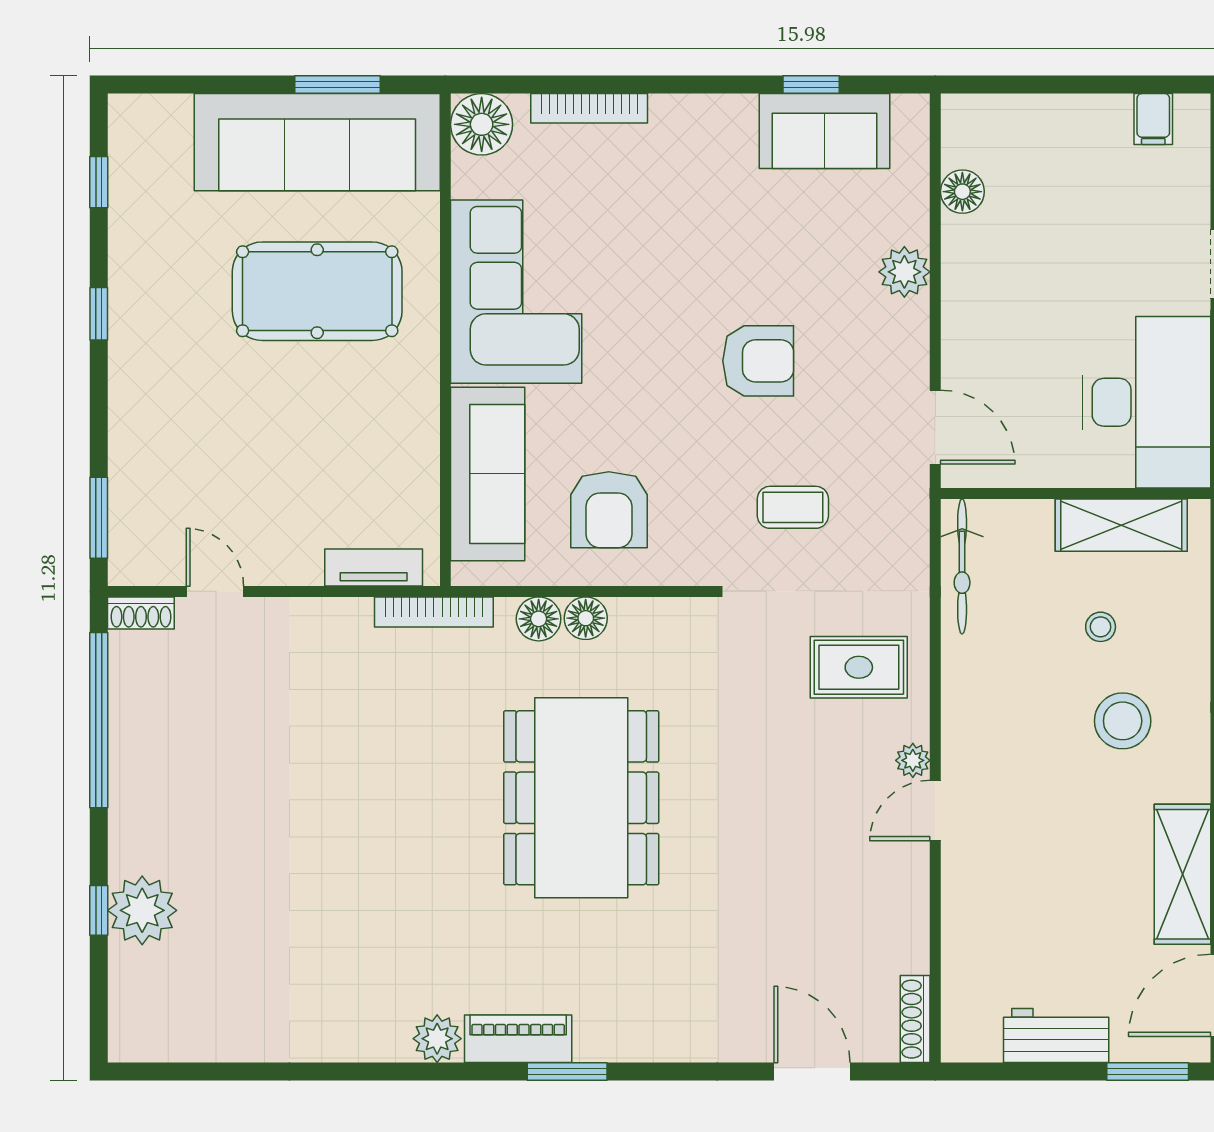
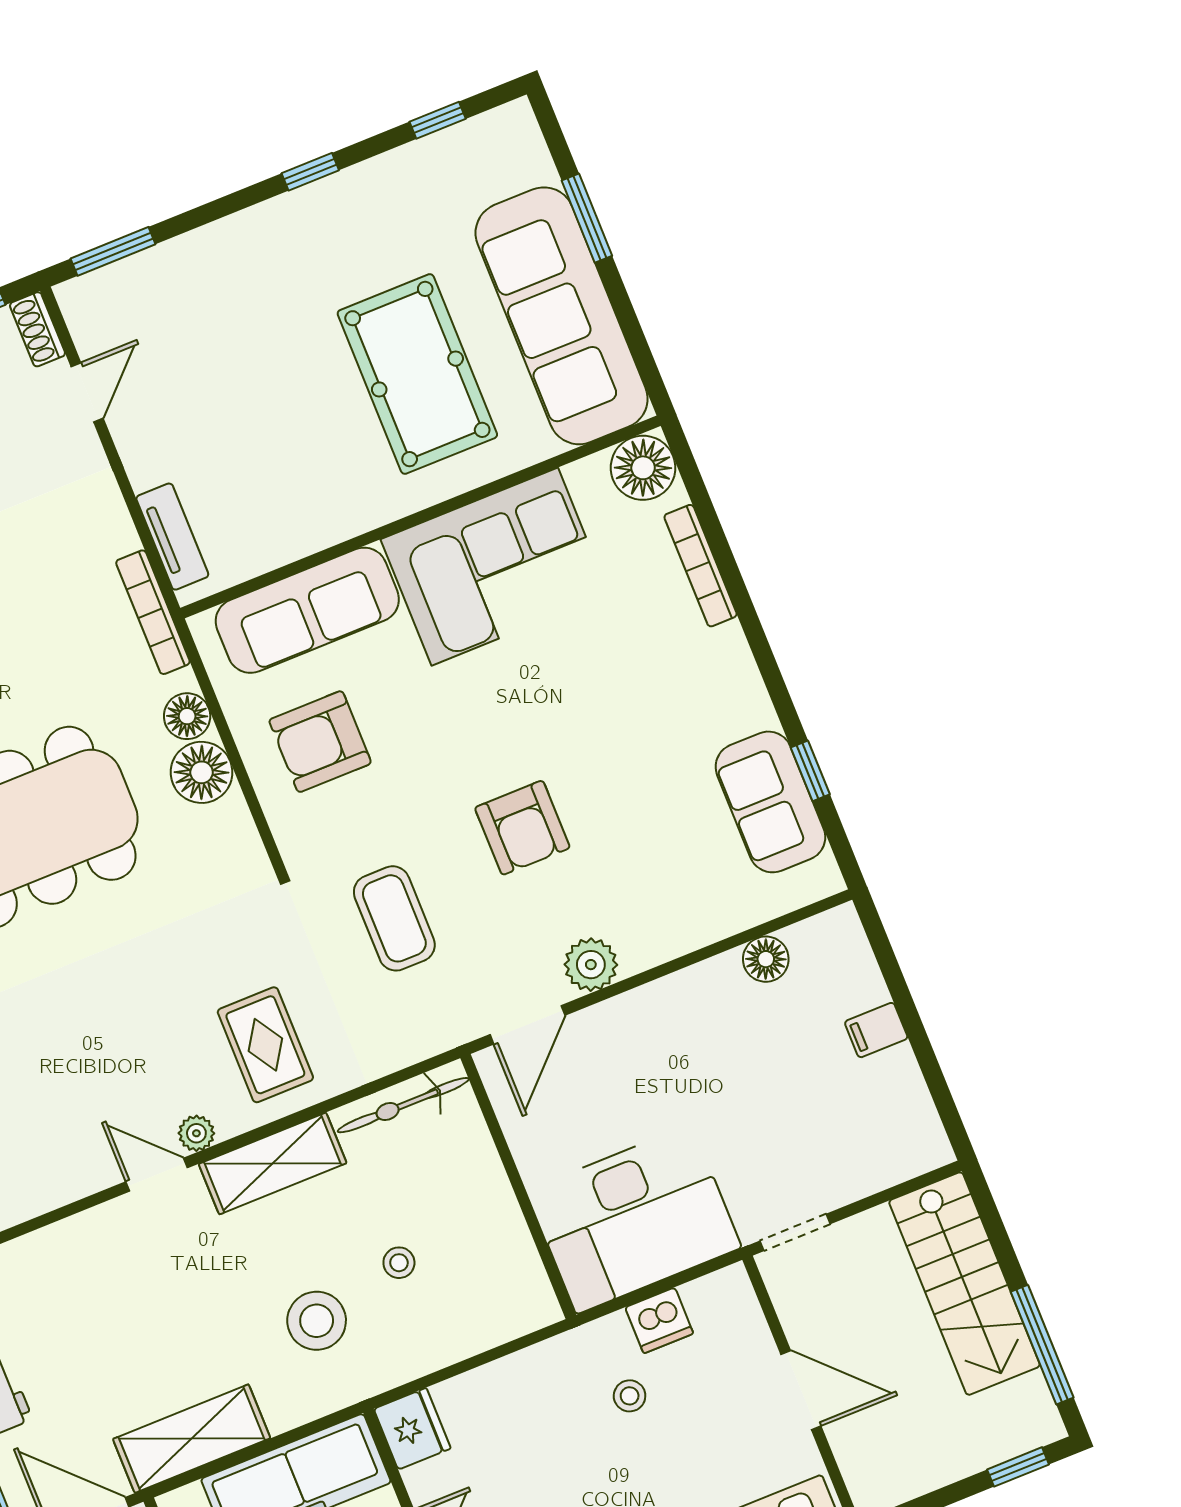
window: (338, 85) -> (587, 218), moved
filing cabinet: (1153, 119) -> (876, 1030), moved
plant: (904, 272) -> (591, 965), moved
coffee table: (793, 507) -> (394, 918), width x1.36, depth x1.30
shelving: (1121, 525) -> (273, 1163), moved, turned 90
floor lamp: (586, 618) -> (202, 772), width x1.38, depth x1.38

